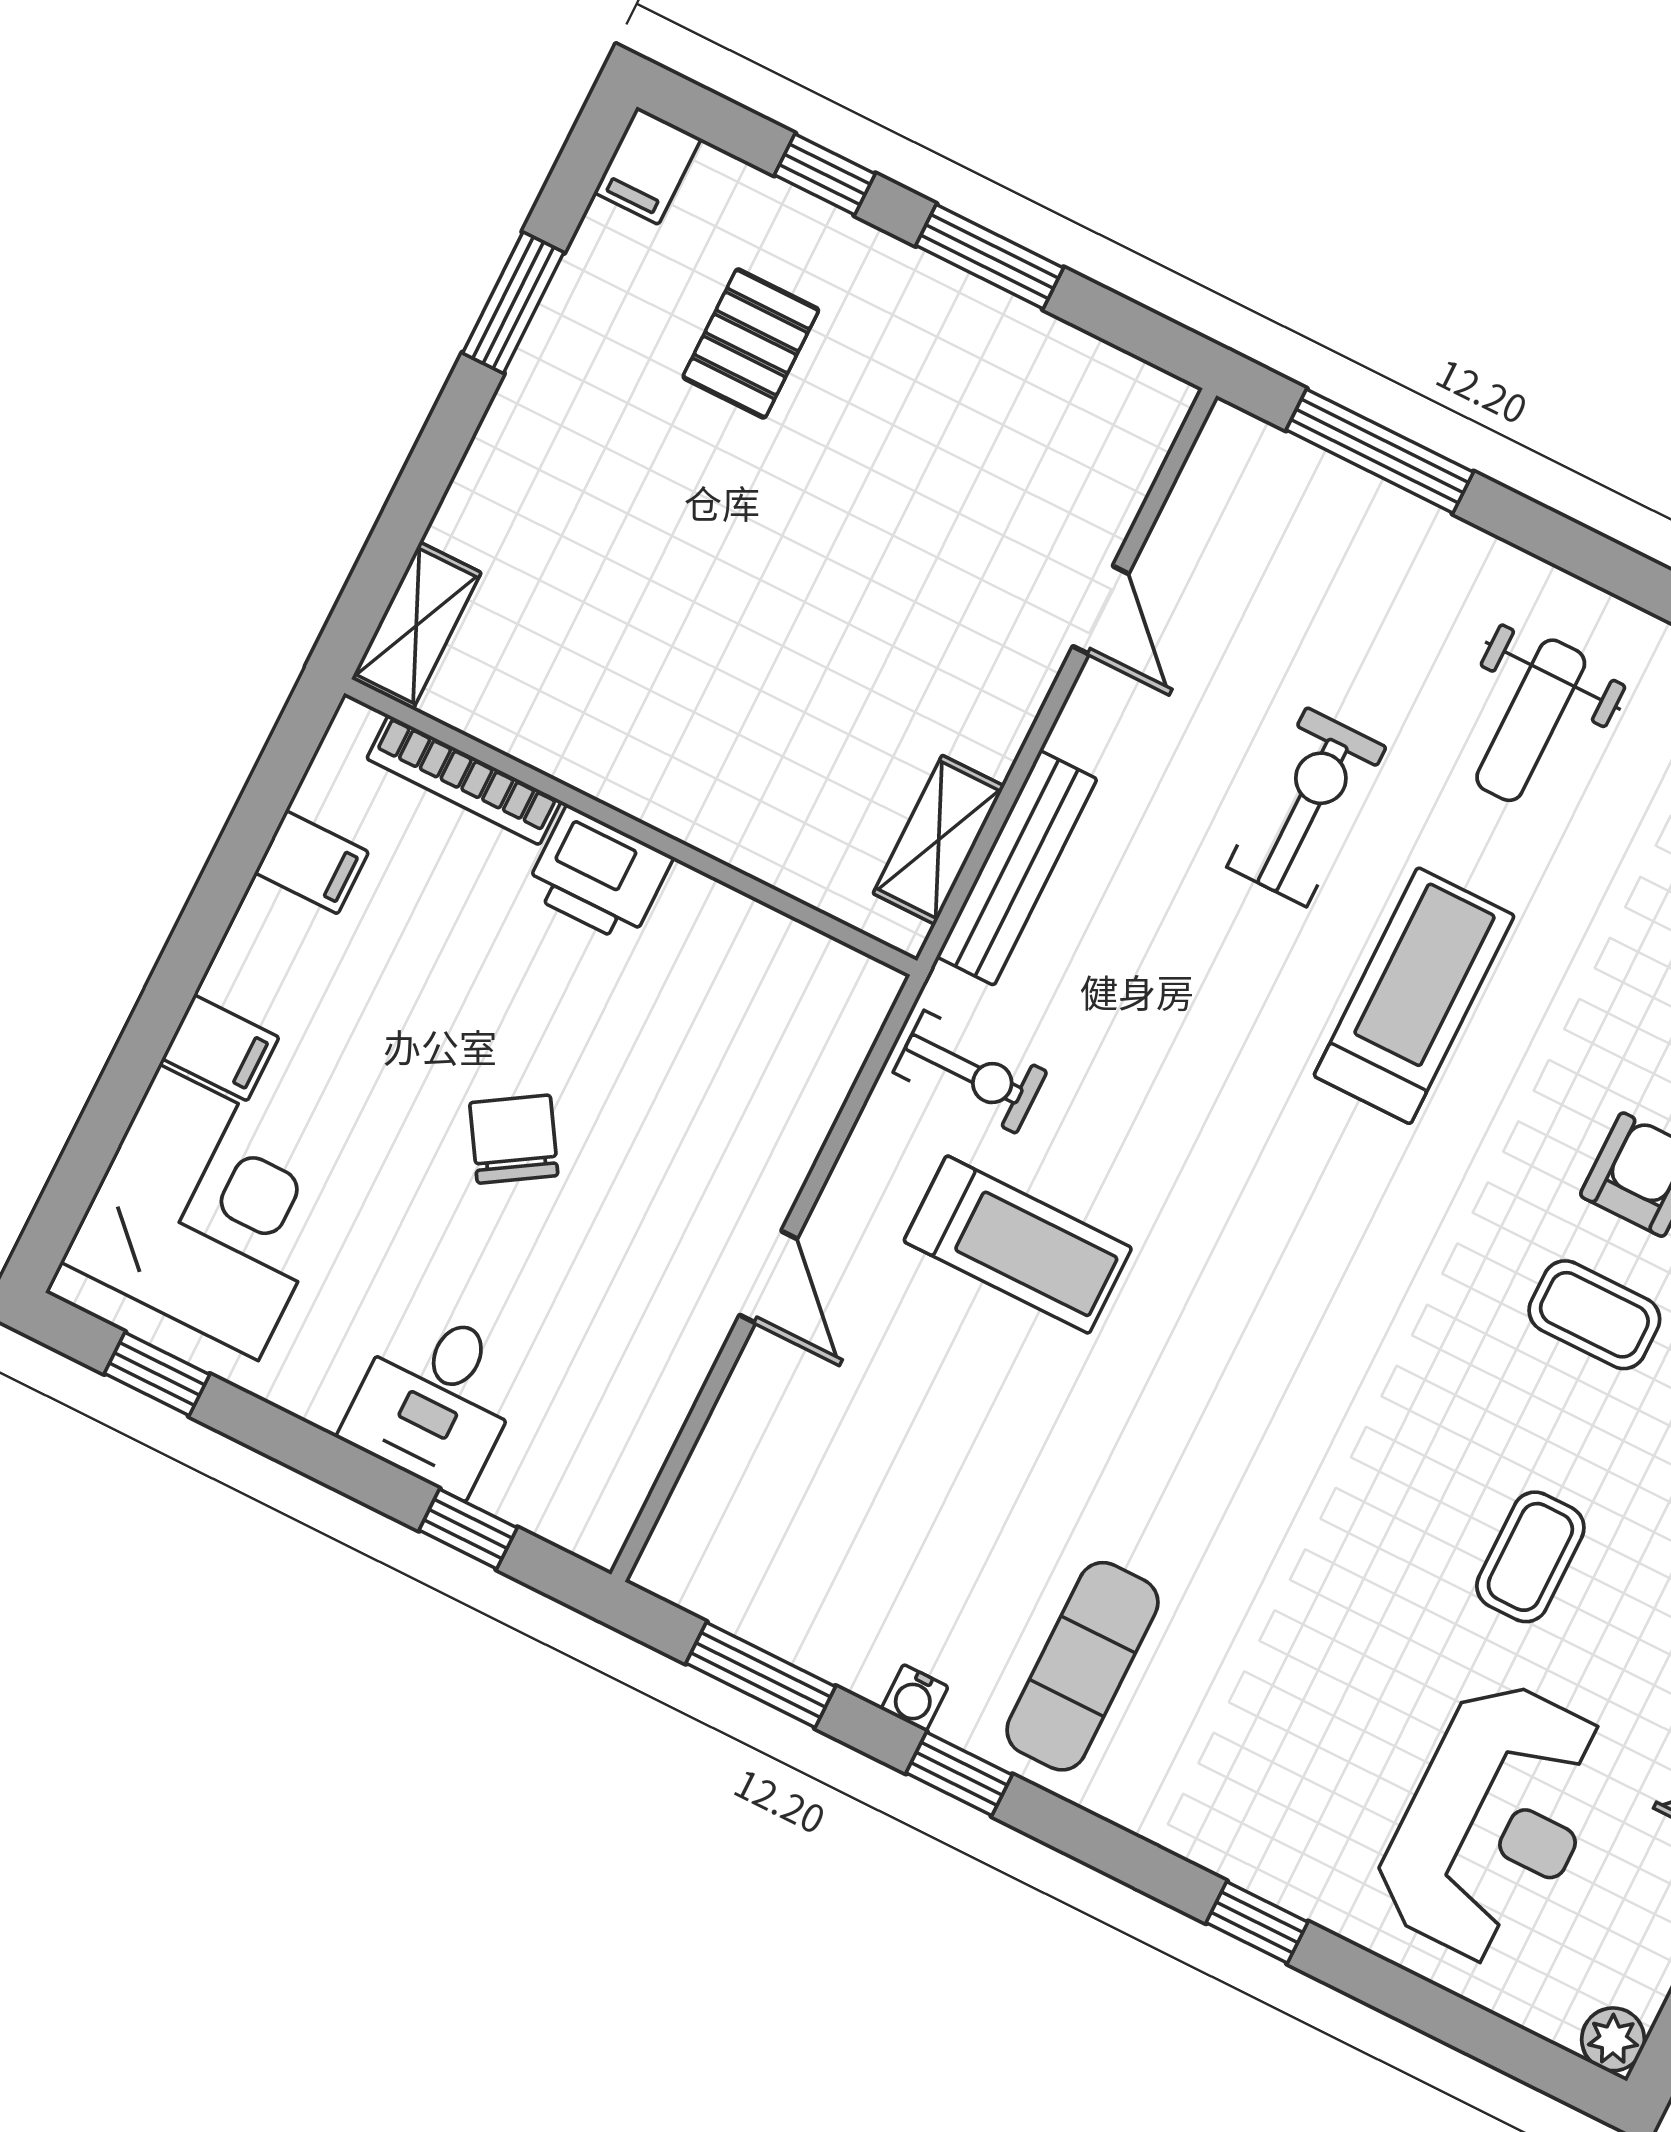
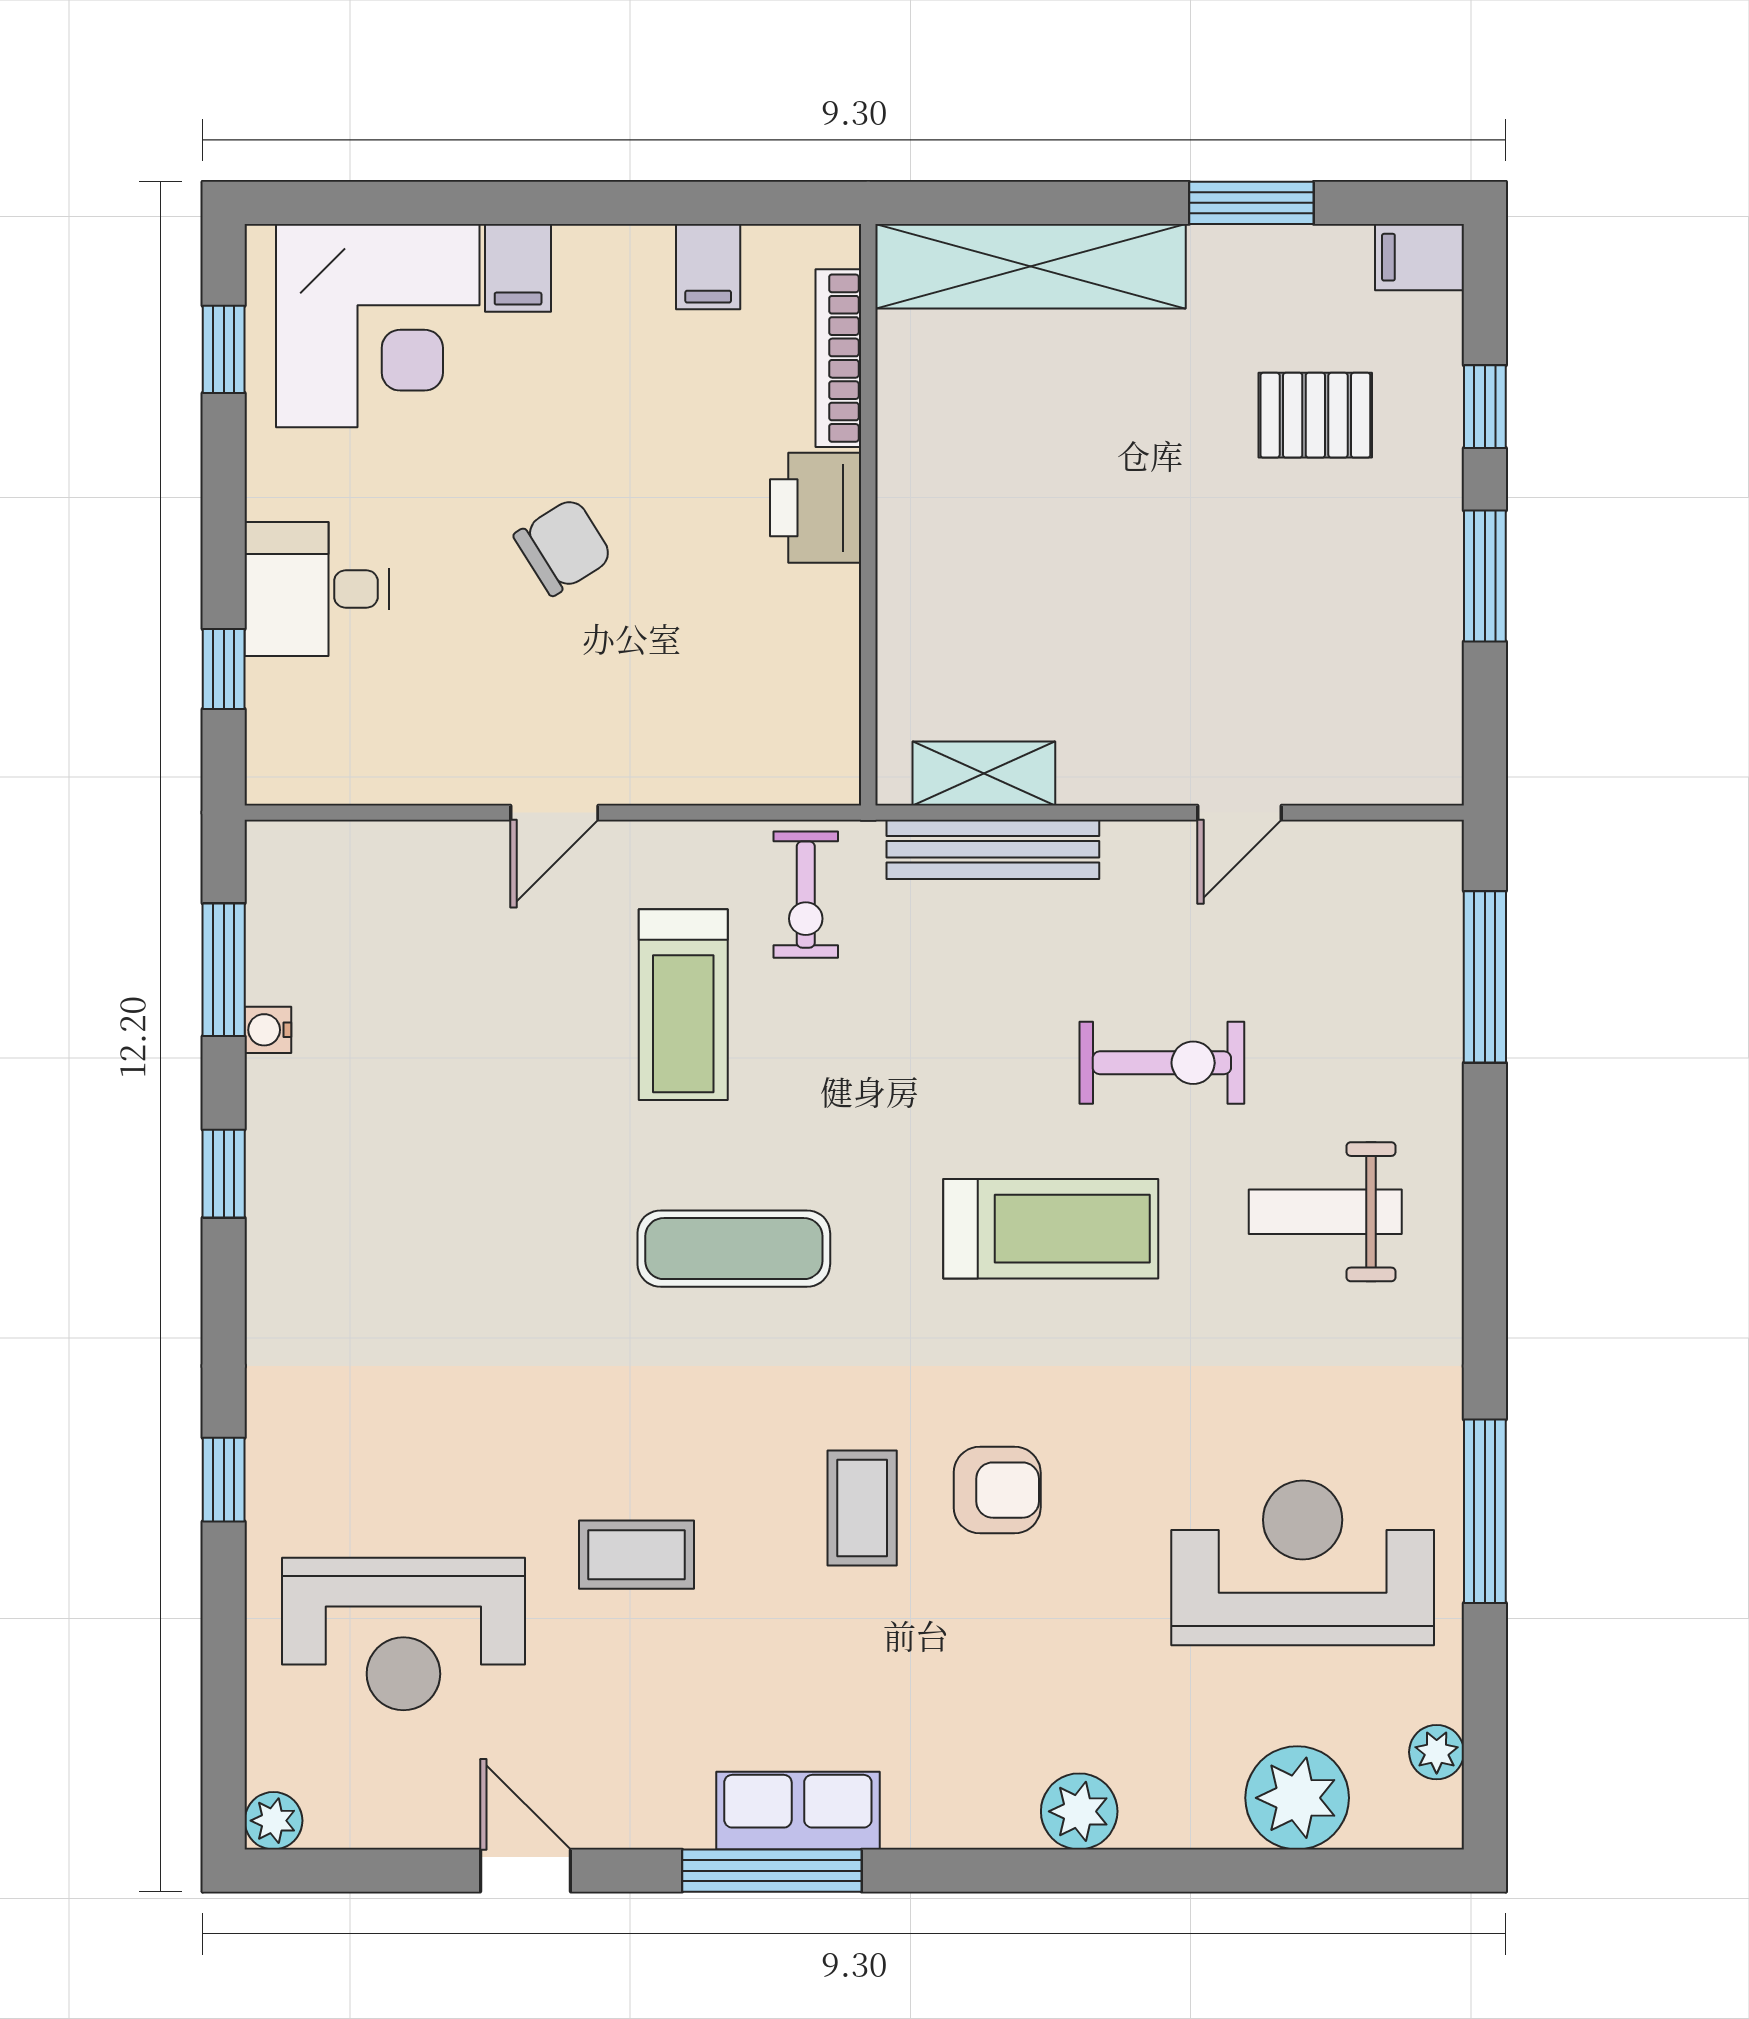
shelving: (416, 626) -> (1030, 266), width x2.20, depth x1.33
exercise mat: (1082, 1666) -> (734, 1249), moved
water cooler: (915, 1698) -> (268, 1030), moved

